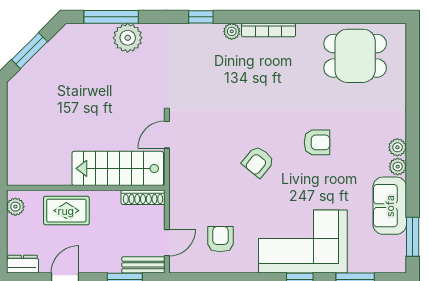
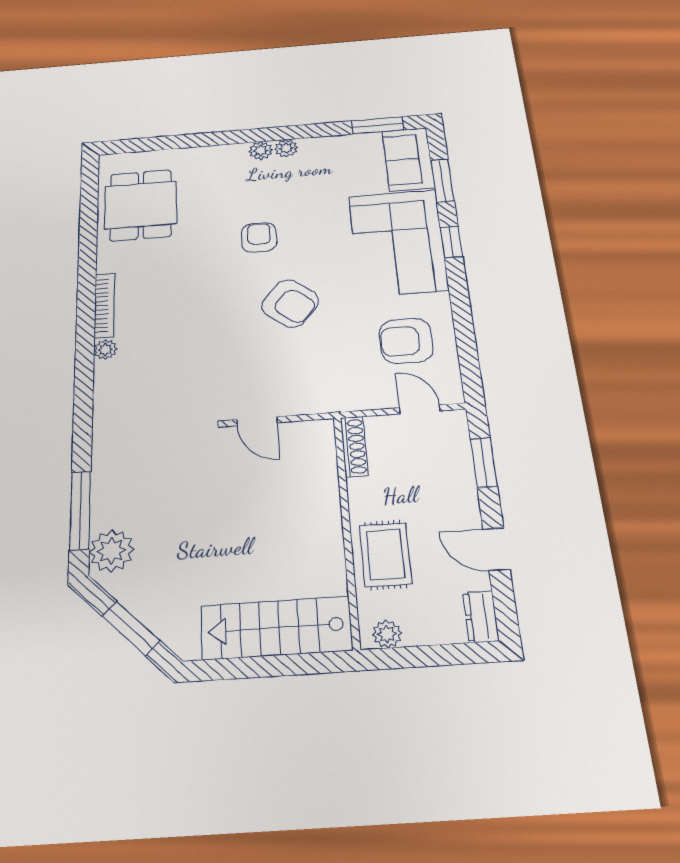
window: (201, 17) -> (84, 390), removed
plant: (128, 38) -> (111, 551), moved
armchair: (258, 162) -> (290, 303), width x1.38, depth x1.38
stairs: (118, 168) -> (276, 628), moved, turned 90
sofa: (390, 206) -> (408, 159), moved, turned 90
armchair: (220, 239) -> (406, 341), width x1.38, depth x1.38
bench: (143, 265) -> (458, 439), removed

